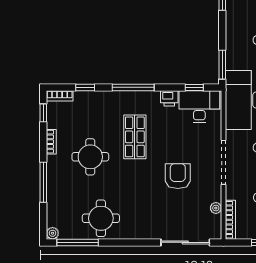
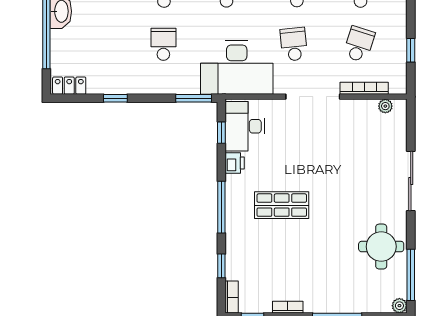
round table: (90, 157) -> (306, 259), removed
armchair: (178, 176) -> (330, 153), removed
plant: (216, 208) -> (385, 106), moved
bookcase: (230, 220) -> (364, 88), moved
sliding door: (185, 242) -> (411, 181), moved

